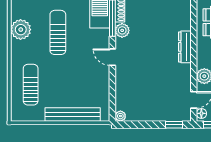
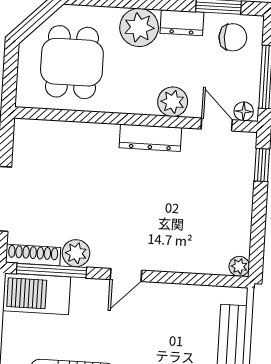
dresser: (185, 47) -> (150, 138), moved

